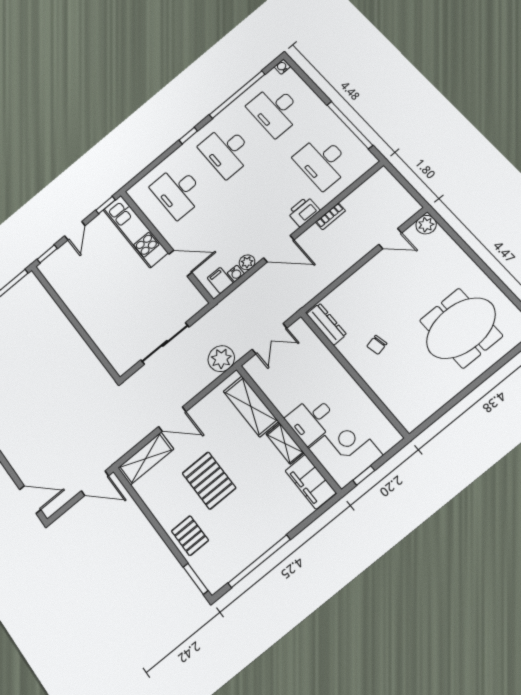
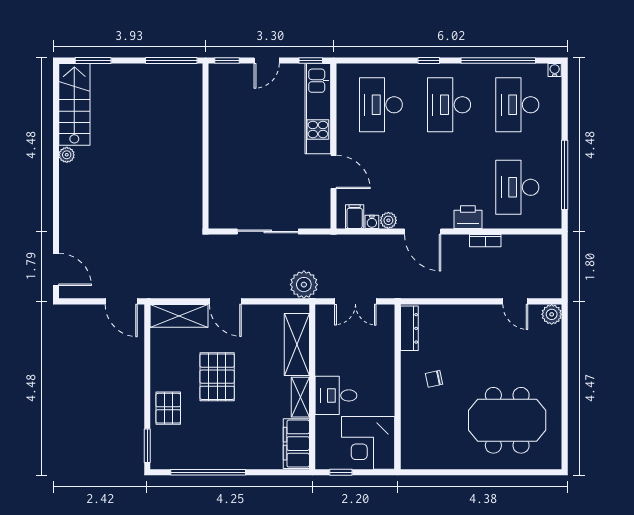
corner desk: (345, 452) -> (368, 443), moved, turned 180

